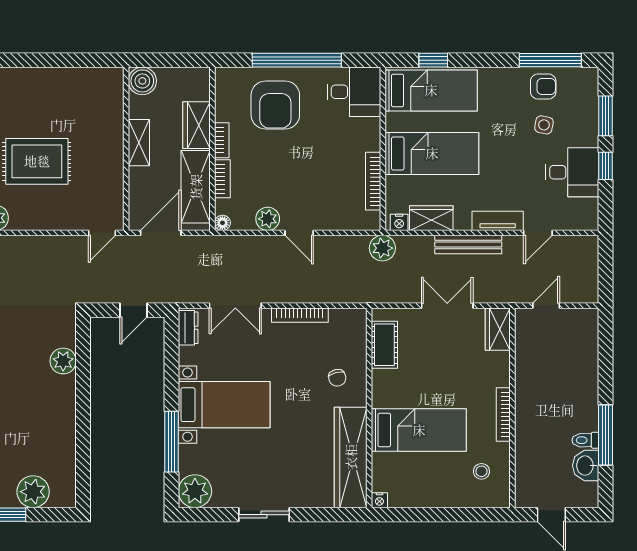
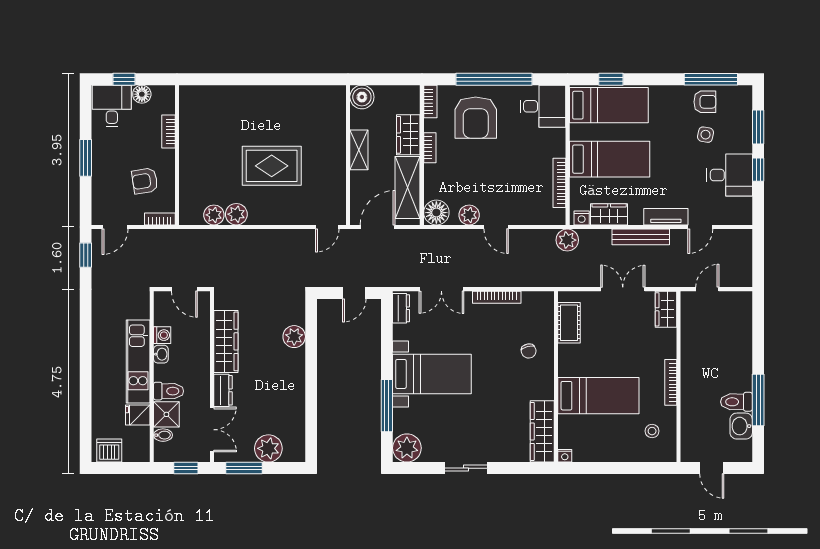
bookcase: (222, 179) -> (430, 101), moved
floor lamp: (222, 223) -> (436, 213), width x1.89, depth x1.89
toilet: (585, 440) -> (737, 402), width x1.37, depth x1.39
wardrobe: (351, 457) -> (542, 431), width x0.71, depth x0.85

